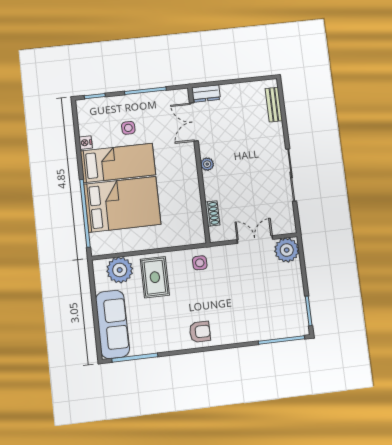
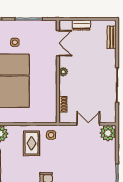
dresser: (206, 94) -> (81, 25), moved
double door: (194, 122) -> (58, 43), swing flipped
rug: (155, 277) -> (31, 143), moved

